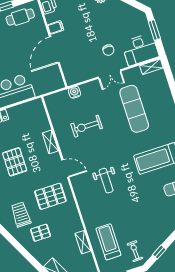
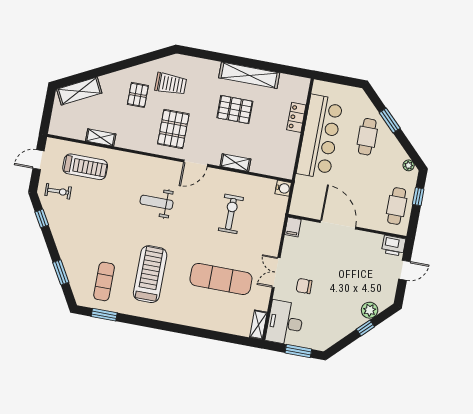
filing cabinet: (56, 27) -> (293, 227), moved
water cooler: (74, 92) -> (283, 188), moved

